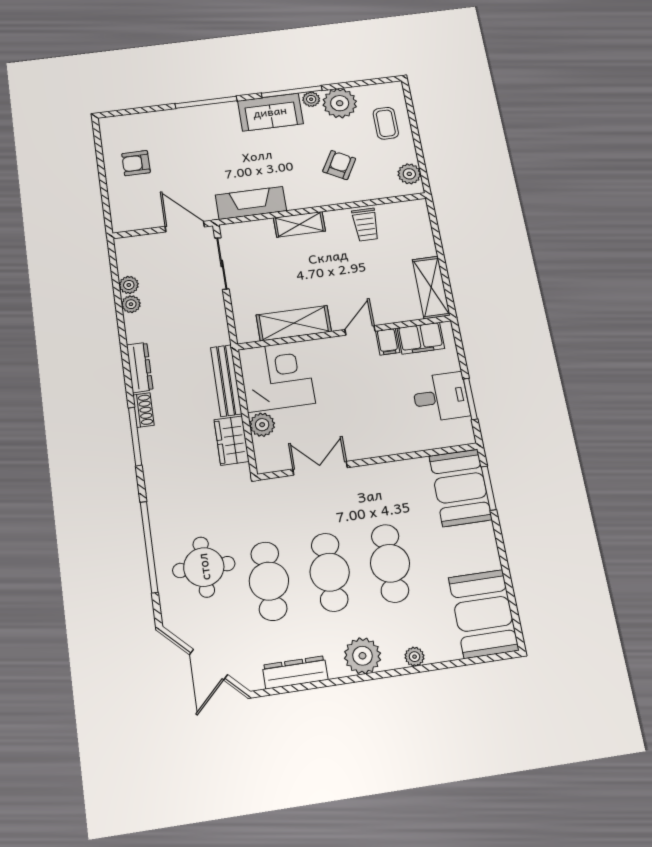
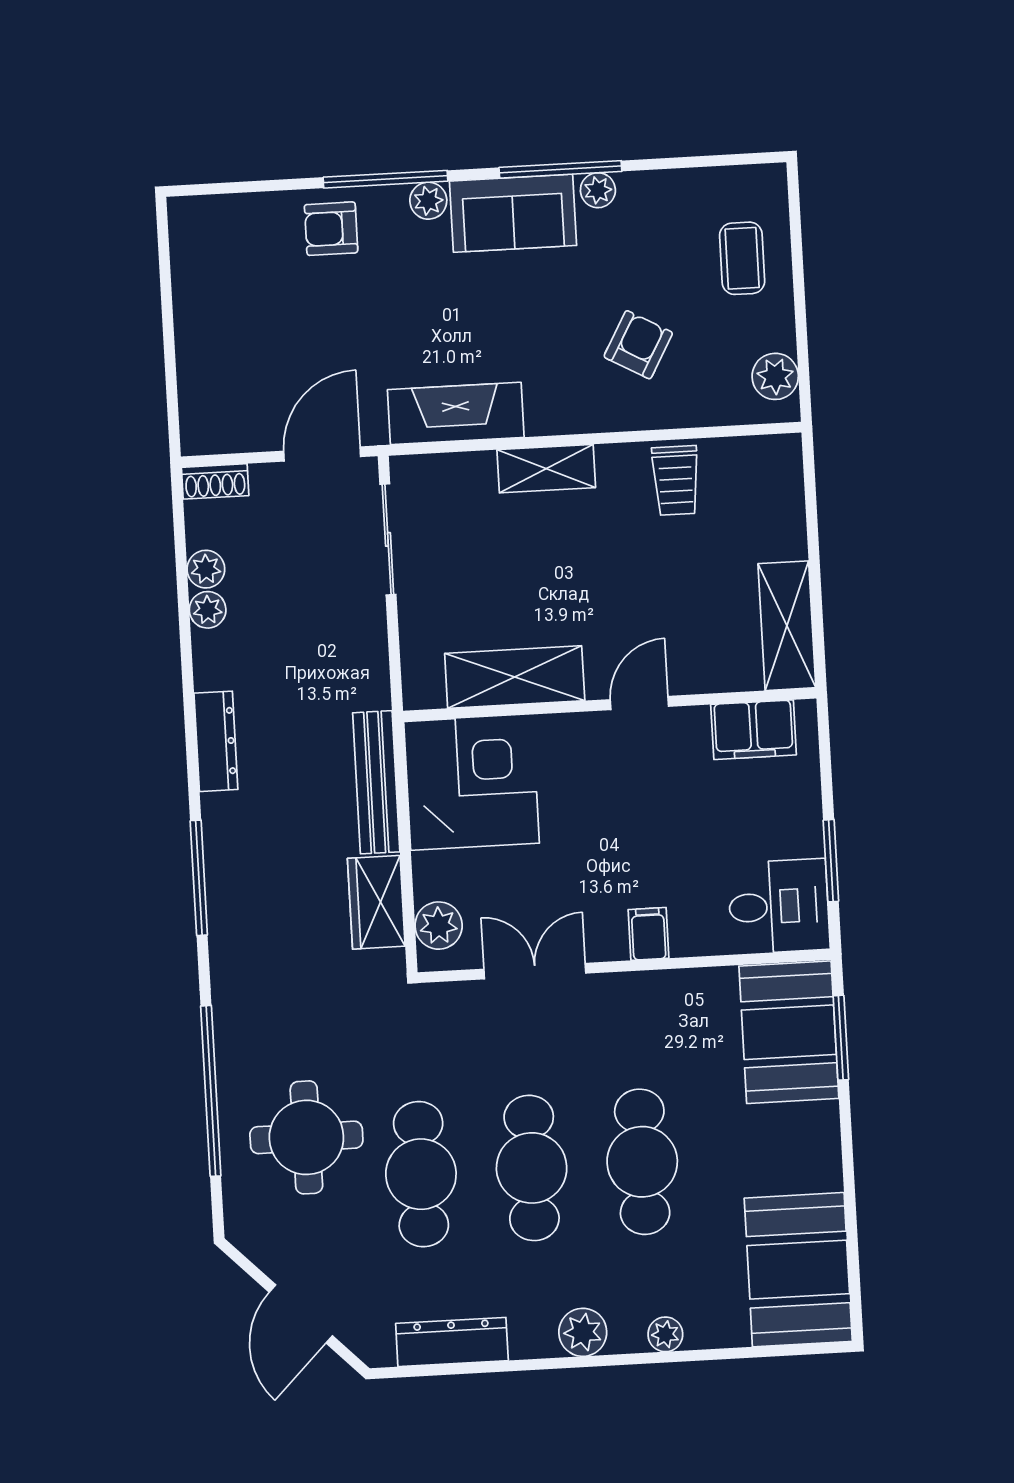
plant: (340, 103) -> (428, 201), moved, width x0.53, depth x0.53
armchair: (136, 163) -> (331, 229), moved
door: (185, 227) -> (322, 454), hinge flipped
filing cabinet: (388, 342) -> (649, 934), moved, turned 180
desk: (441, 397) -> (779, 906), moved
shoe rack: (143, 410) -> (215, 481), moved, turned 90
plant: (262, 425) -> (439, 926), moved
plant: (362, 656) -> (583, 1332), width x0.73, depth x0.73

